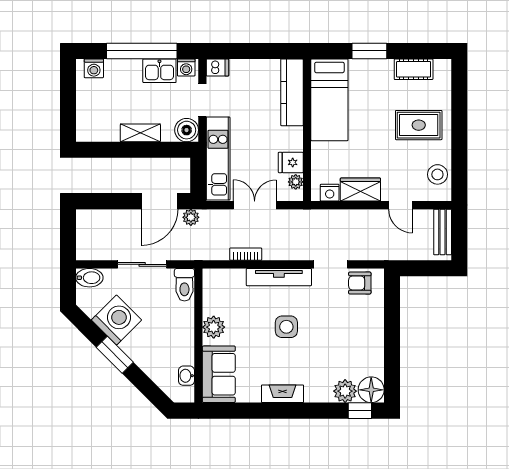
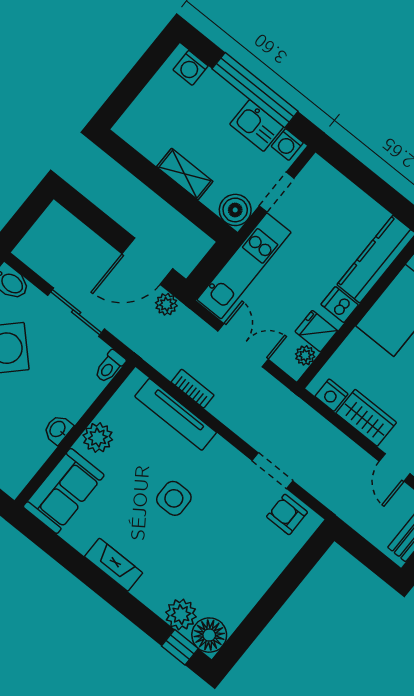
dishwasher: (217, 68) -> (340, 305), moved, turned 180
tv unit: (279, 277) -> (176, 414), moved
toilet: (184, 285) -> (110, 367), width x0.73, depth x0.72
washbasin: (186, 376) -> (58, 429), moved

